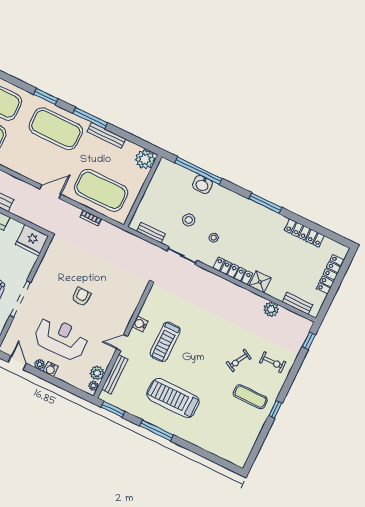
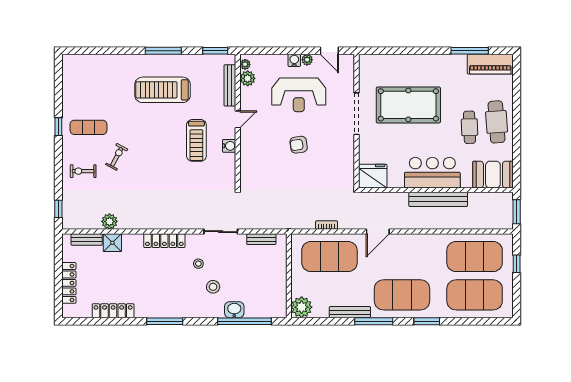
stool: (189, 220) -> (213, 287), moved
shower: (260, 282) -> (112, 243), moved
armchair: (81, 297) -> (299, 145), turned 82
treadmill: (165, 342) -> (196, 140), turned 180
treadmill: (173, 398) -> (163, 90), turned 180

